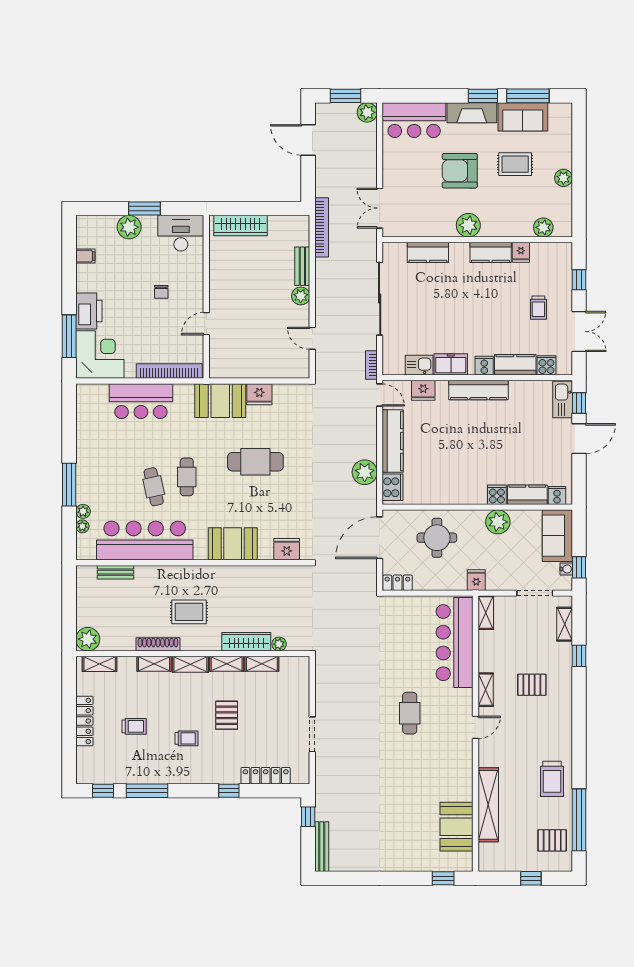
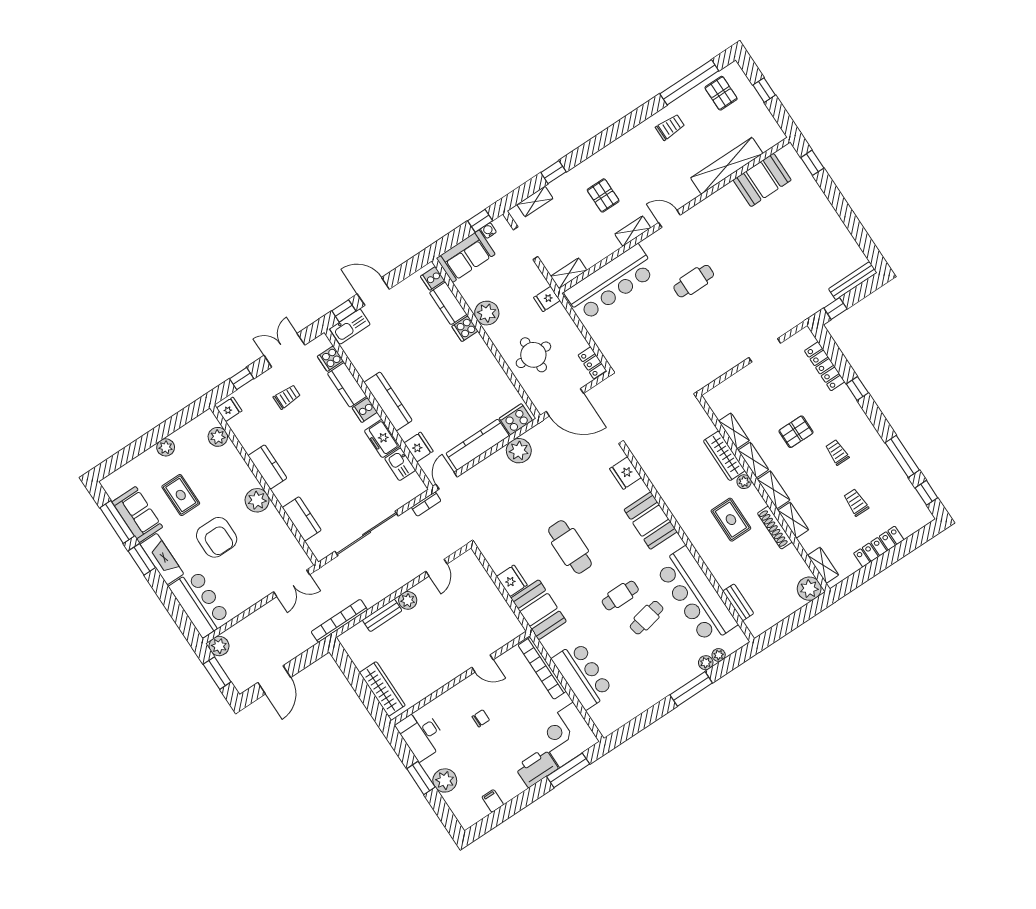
fridge: (521, 252) -> (229, 409), moved
plant: (279, 644) -> (744, 482), moved
trolley: (552, 779) -> (670, 127), width x0.73, depth x0.72

